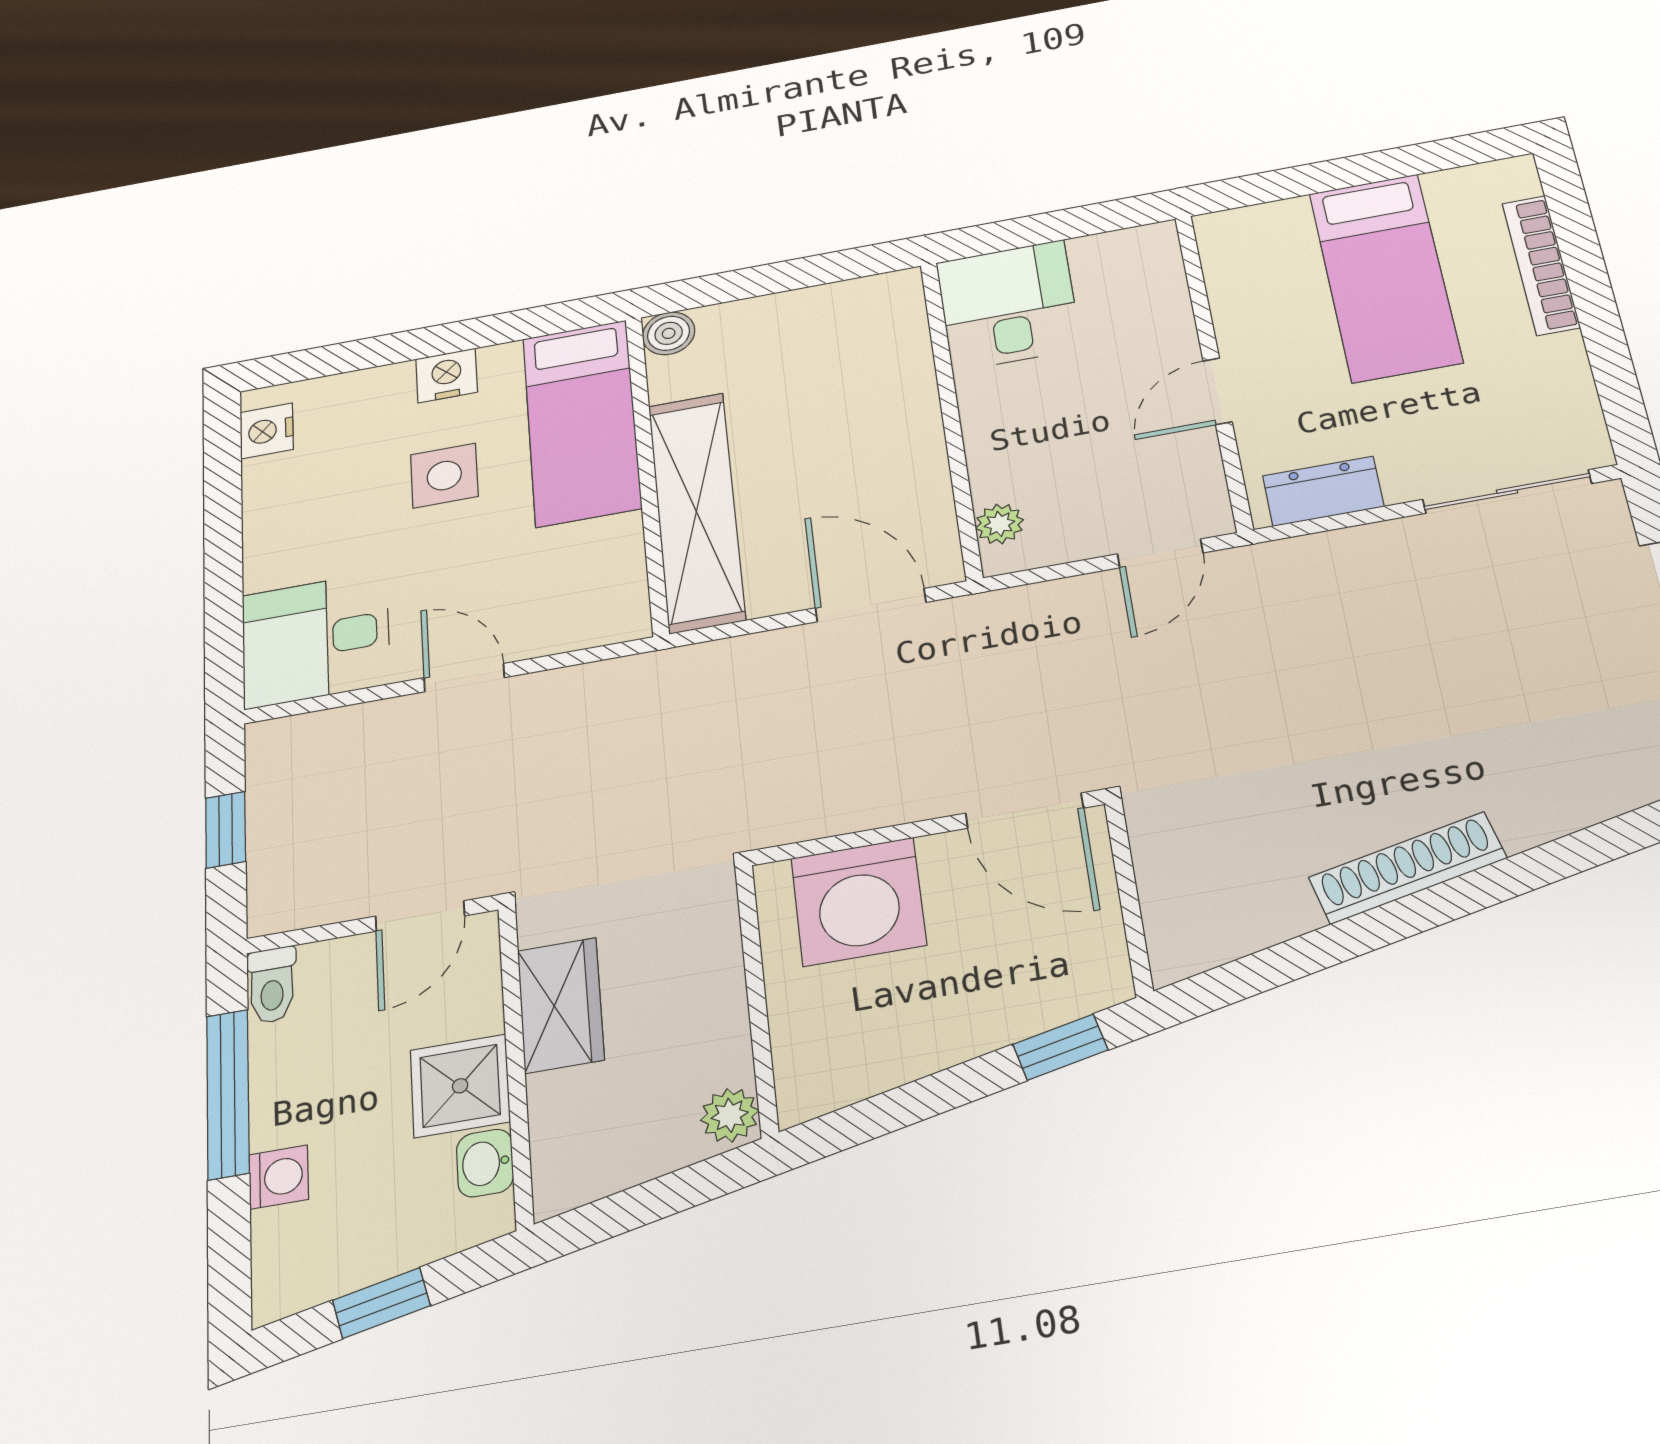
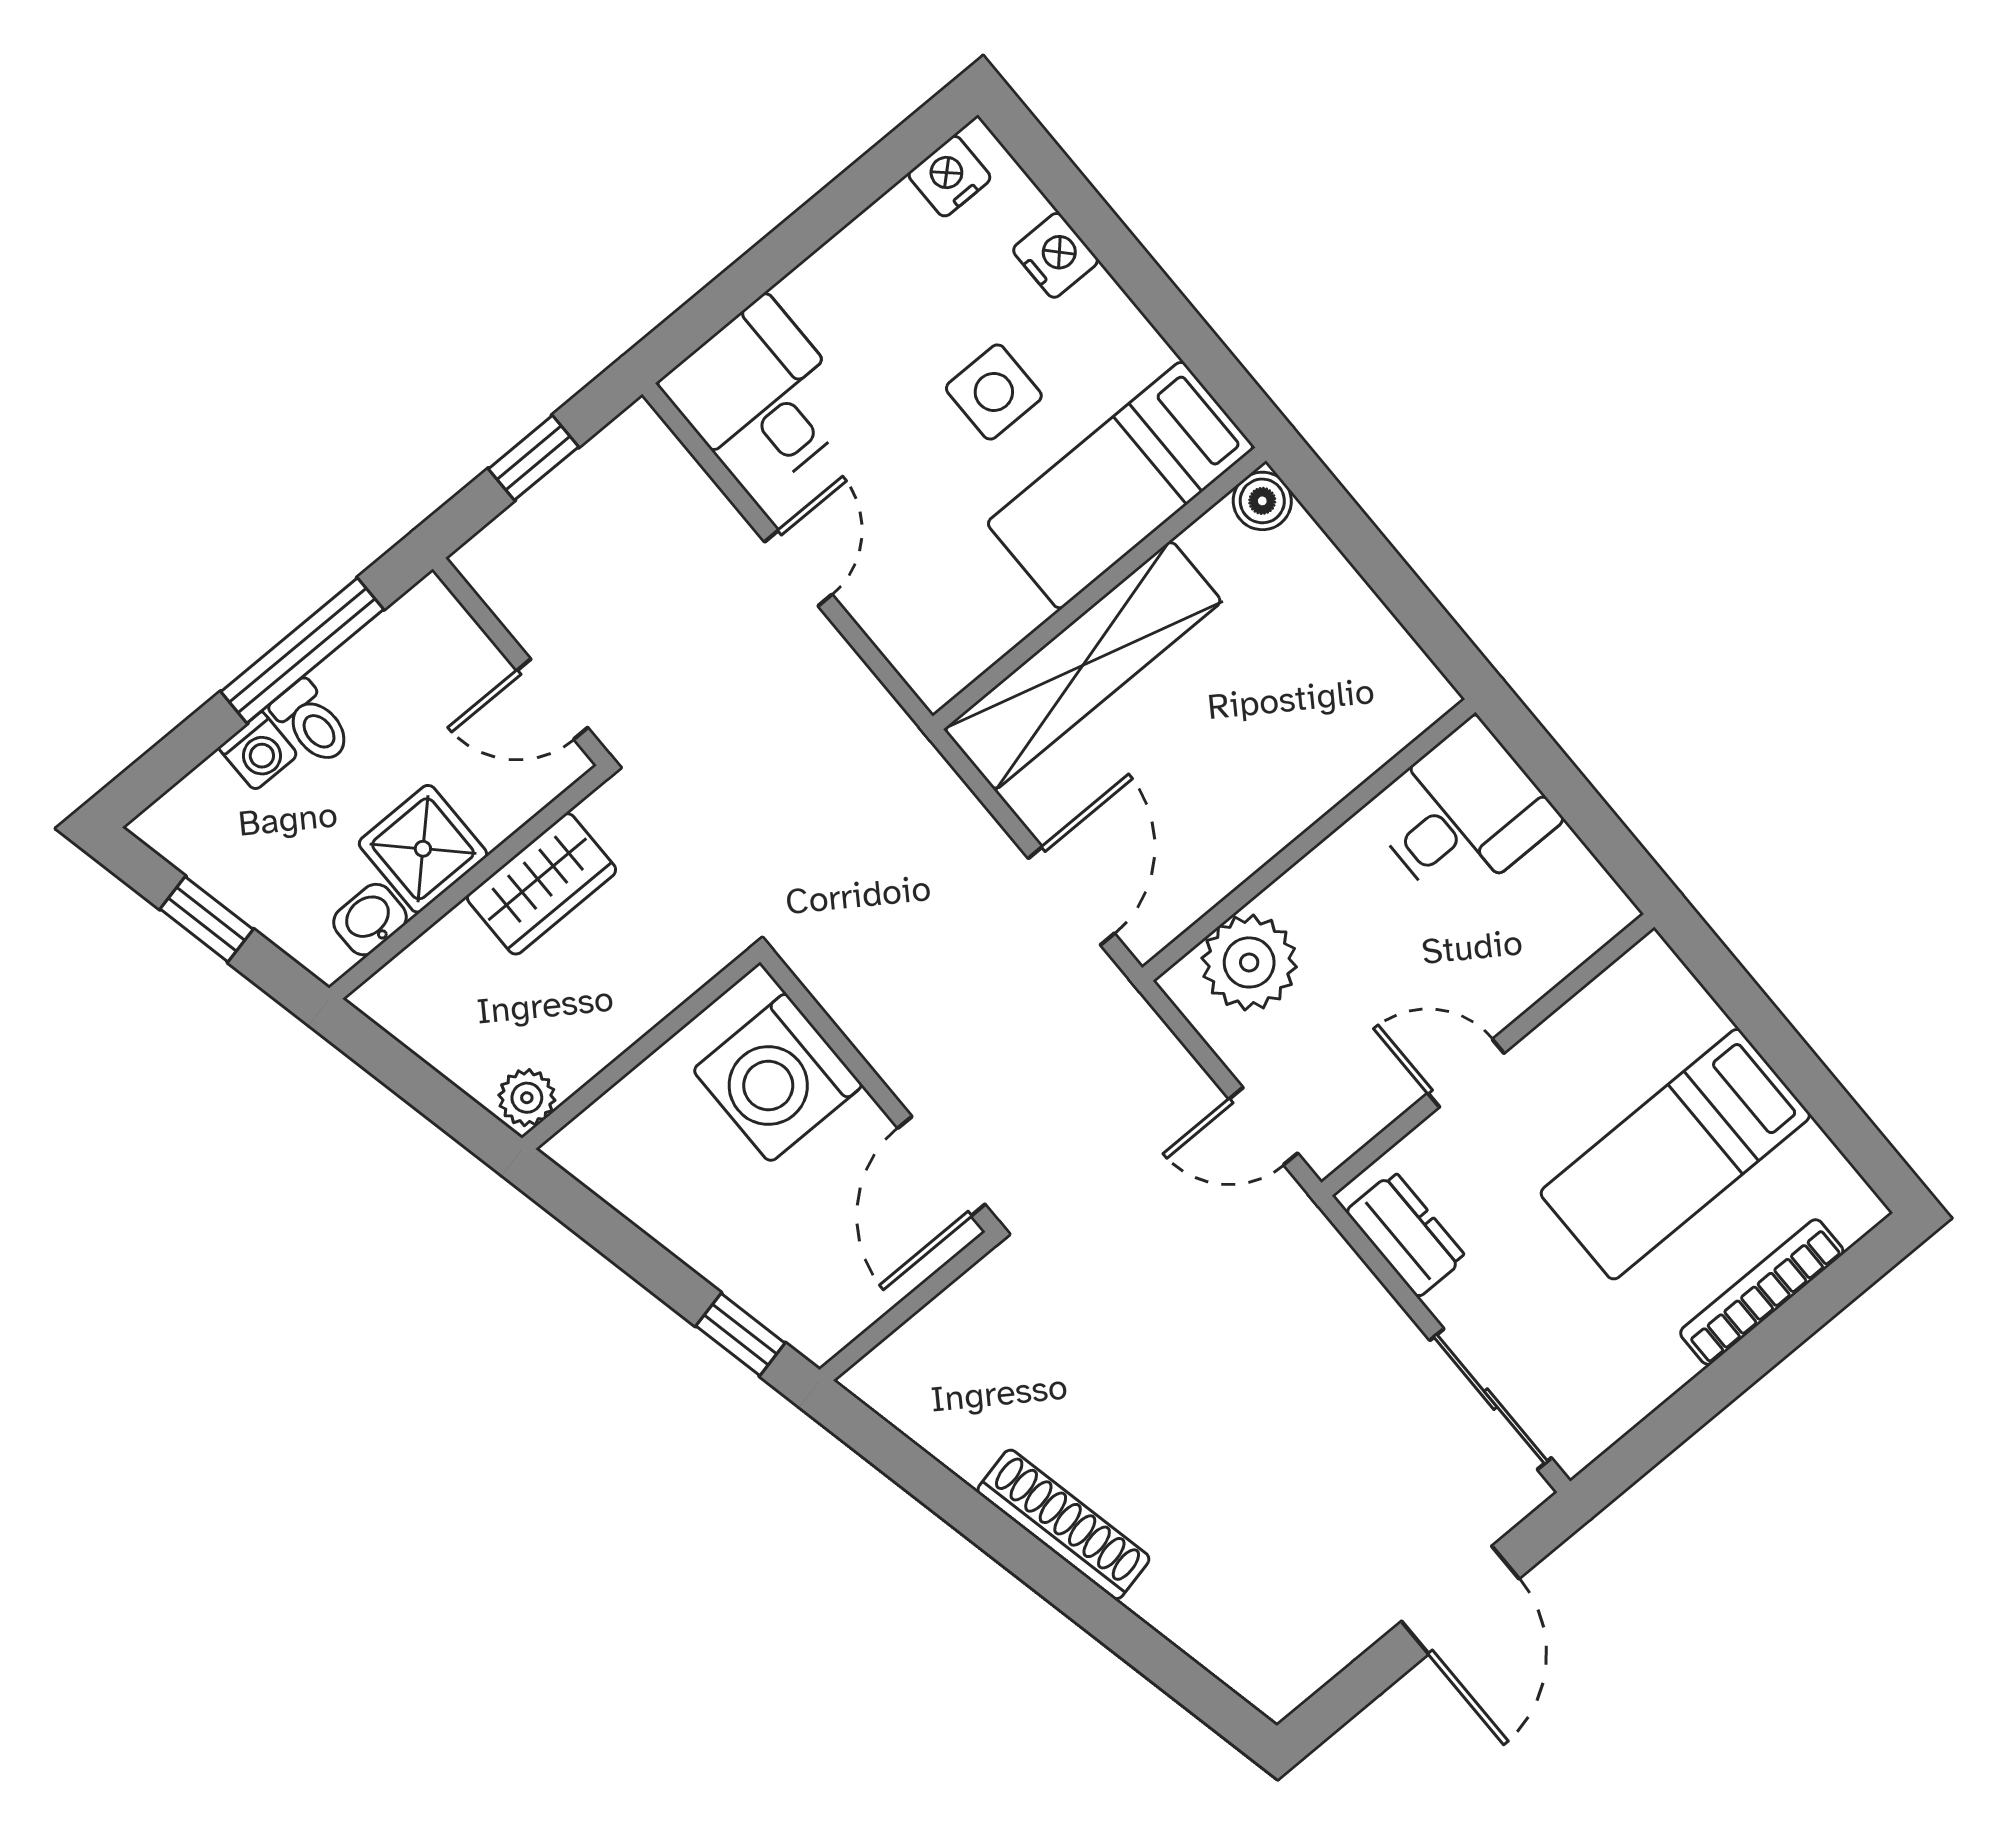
nightstand: (447, 375) -> (1055, 255), moved
plant: (999, 524) -> (1249, 962), width x1.88, depth x1.88
toilet: (272, 985) -> (312, 723), moved, turned -90

